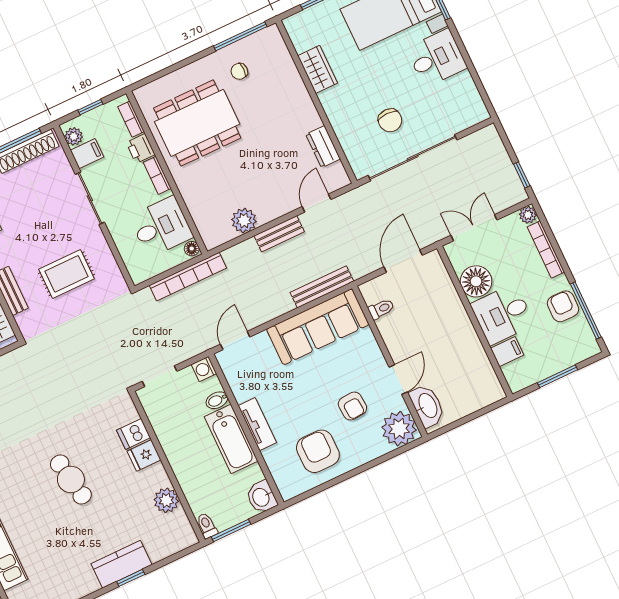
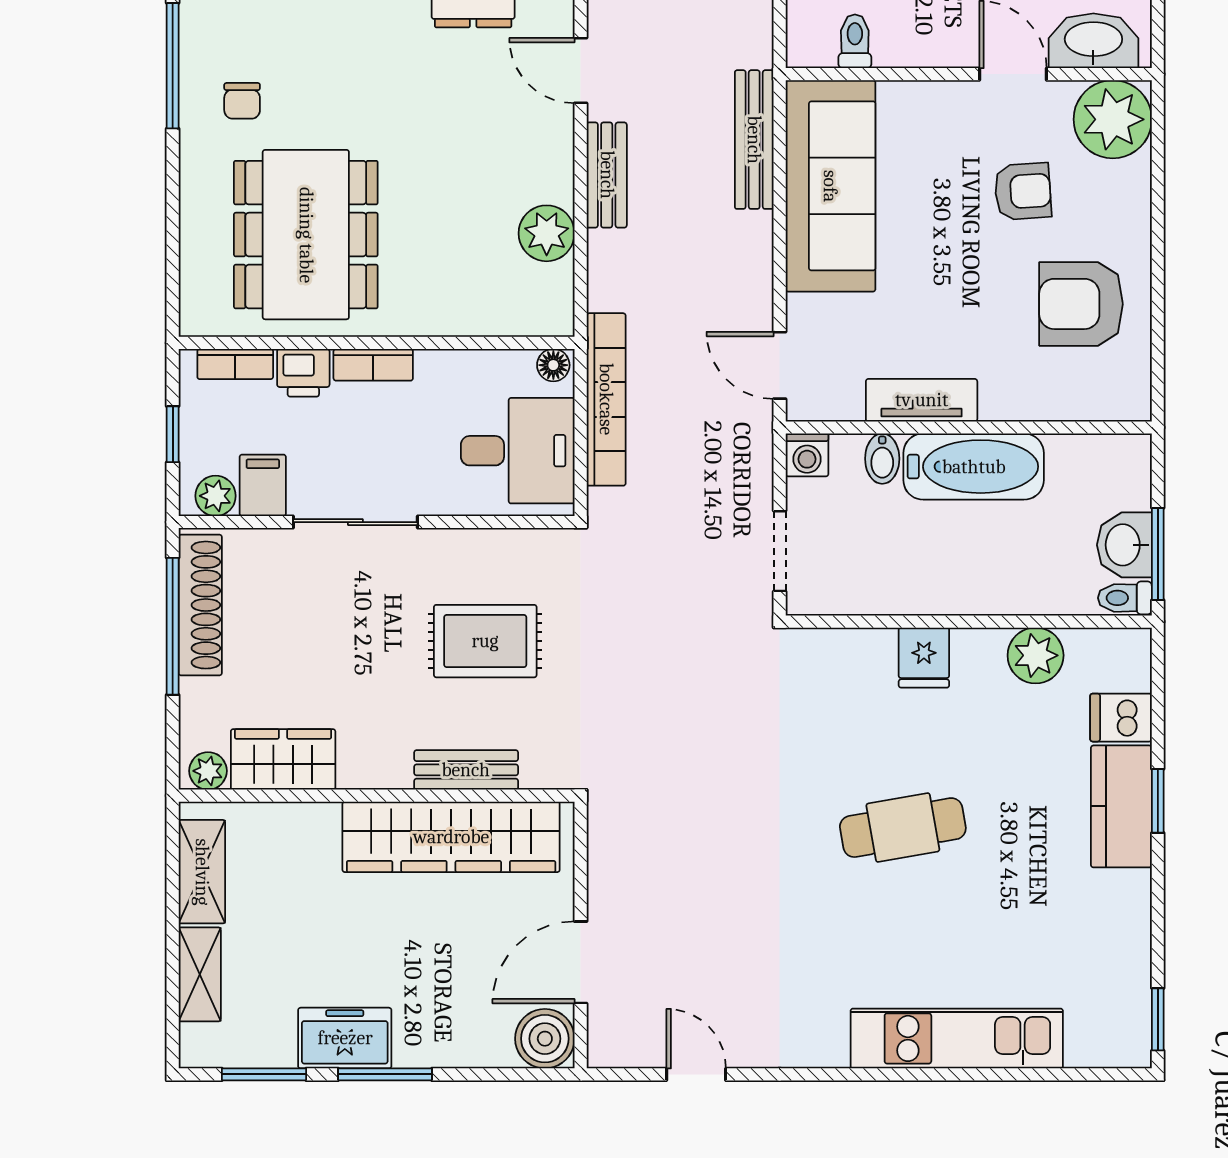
desk: (161, 227) -> (518, 451), moved, turned 90
rug: (66, 274) -> (485, 641), turned 90
tv unit: (257, 424) -> (922, 400), moved
dishwasher: (134, 434) -> (1121, 718), moved, turned 90
washbasin: (261, 497) -> (1124, 545), moved, turned 90

